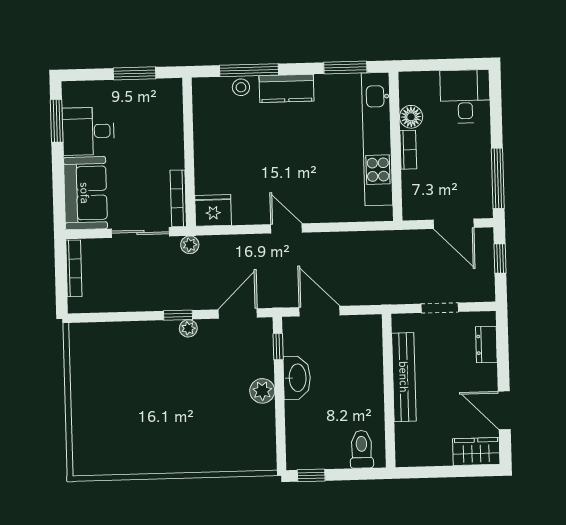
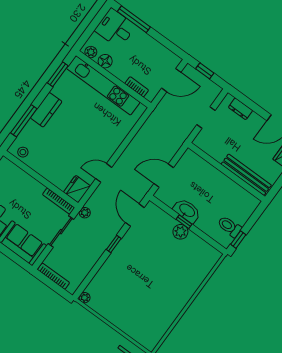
stool: (241, 87) -> (23, 152), moved
plant: (408, 88) -> (91, 52), added
bookcase: (408, 150) -> (137, 87), moved
window: (498, 178) -> (134, 19), moved
door: (286, 228) -> (104, 173), moved
plant: (188, 328) -> (85, 298), moved
window: (278, 347) -> (184, 222), moved
bench: (404, 377) -> (246, 175), moved
toilet: (362, 449) -> (229, 227), moved

